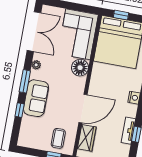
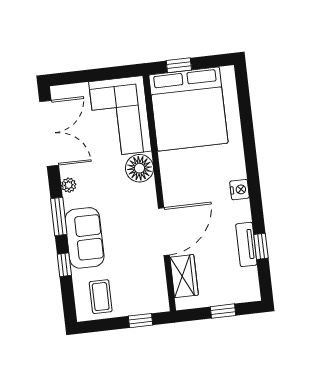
coffee table: (58, 138) -> (101, 297), moved

